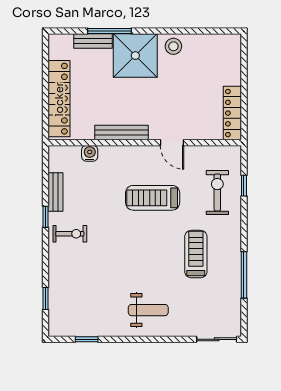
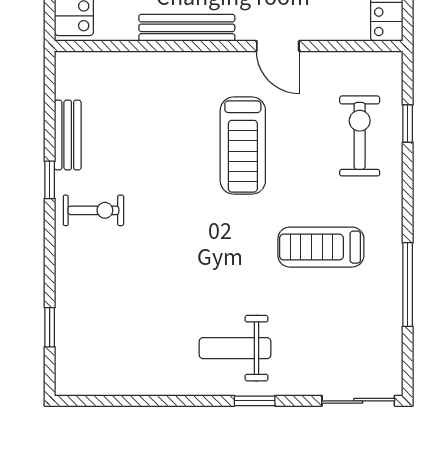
water cooler: (90, 153) -> (129, 65), removed
treadmill: (153, 198) -> (243, 146), turned -90
treadmill: (196, 254) -> (321, 247), turned -90
weight bench: (148, 310) -> (235, 348), turned 180
window: (87, 339) -> (255, 401), moved

